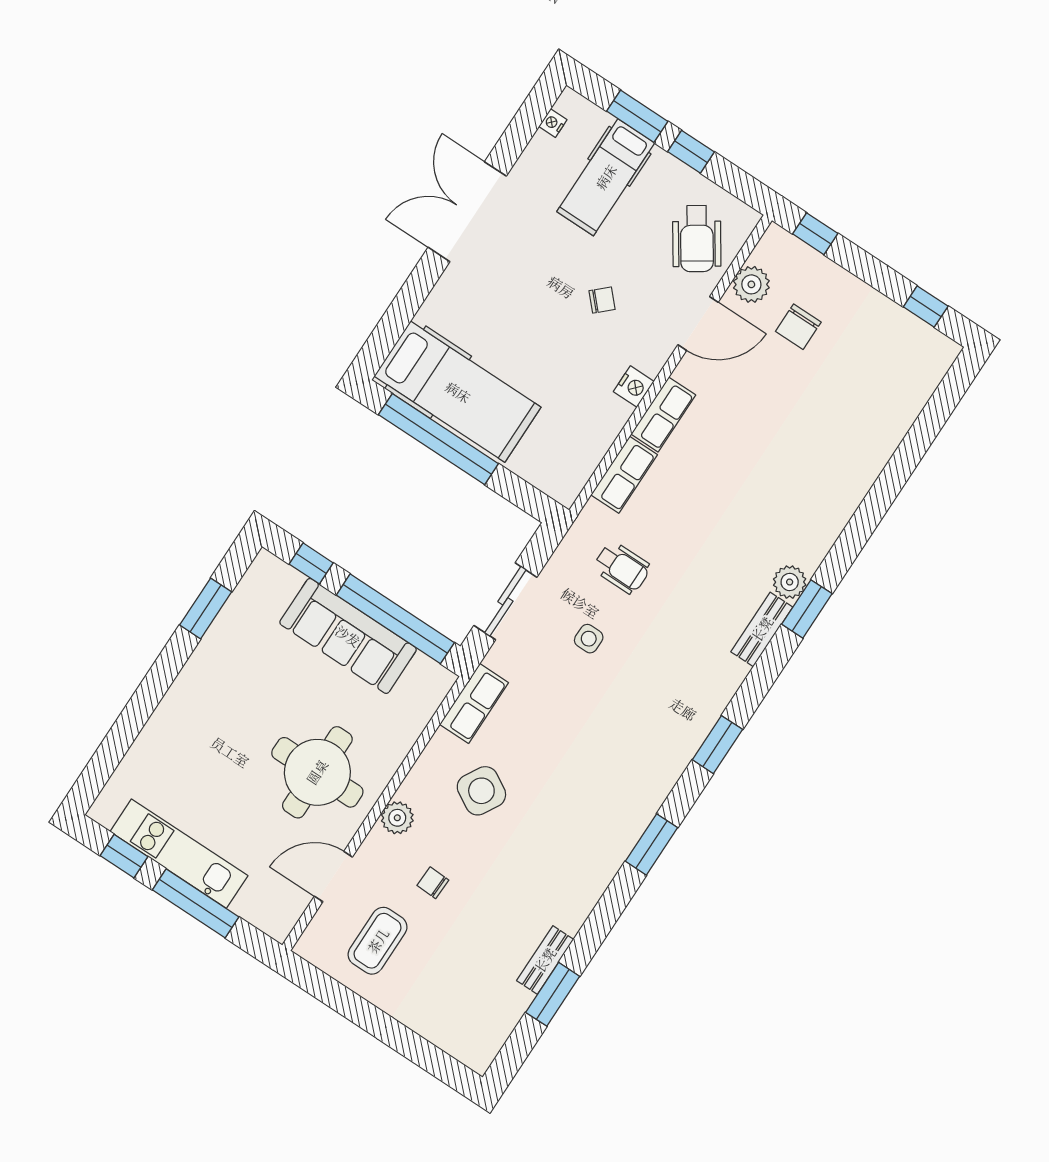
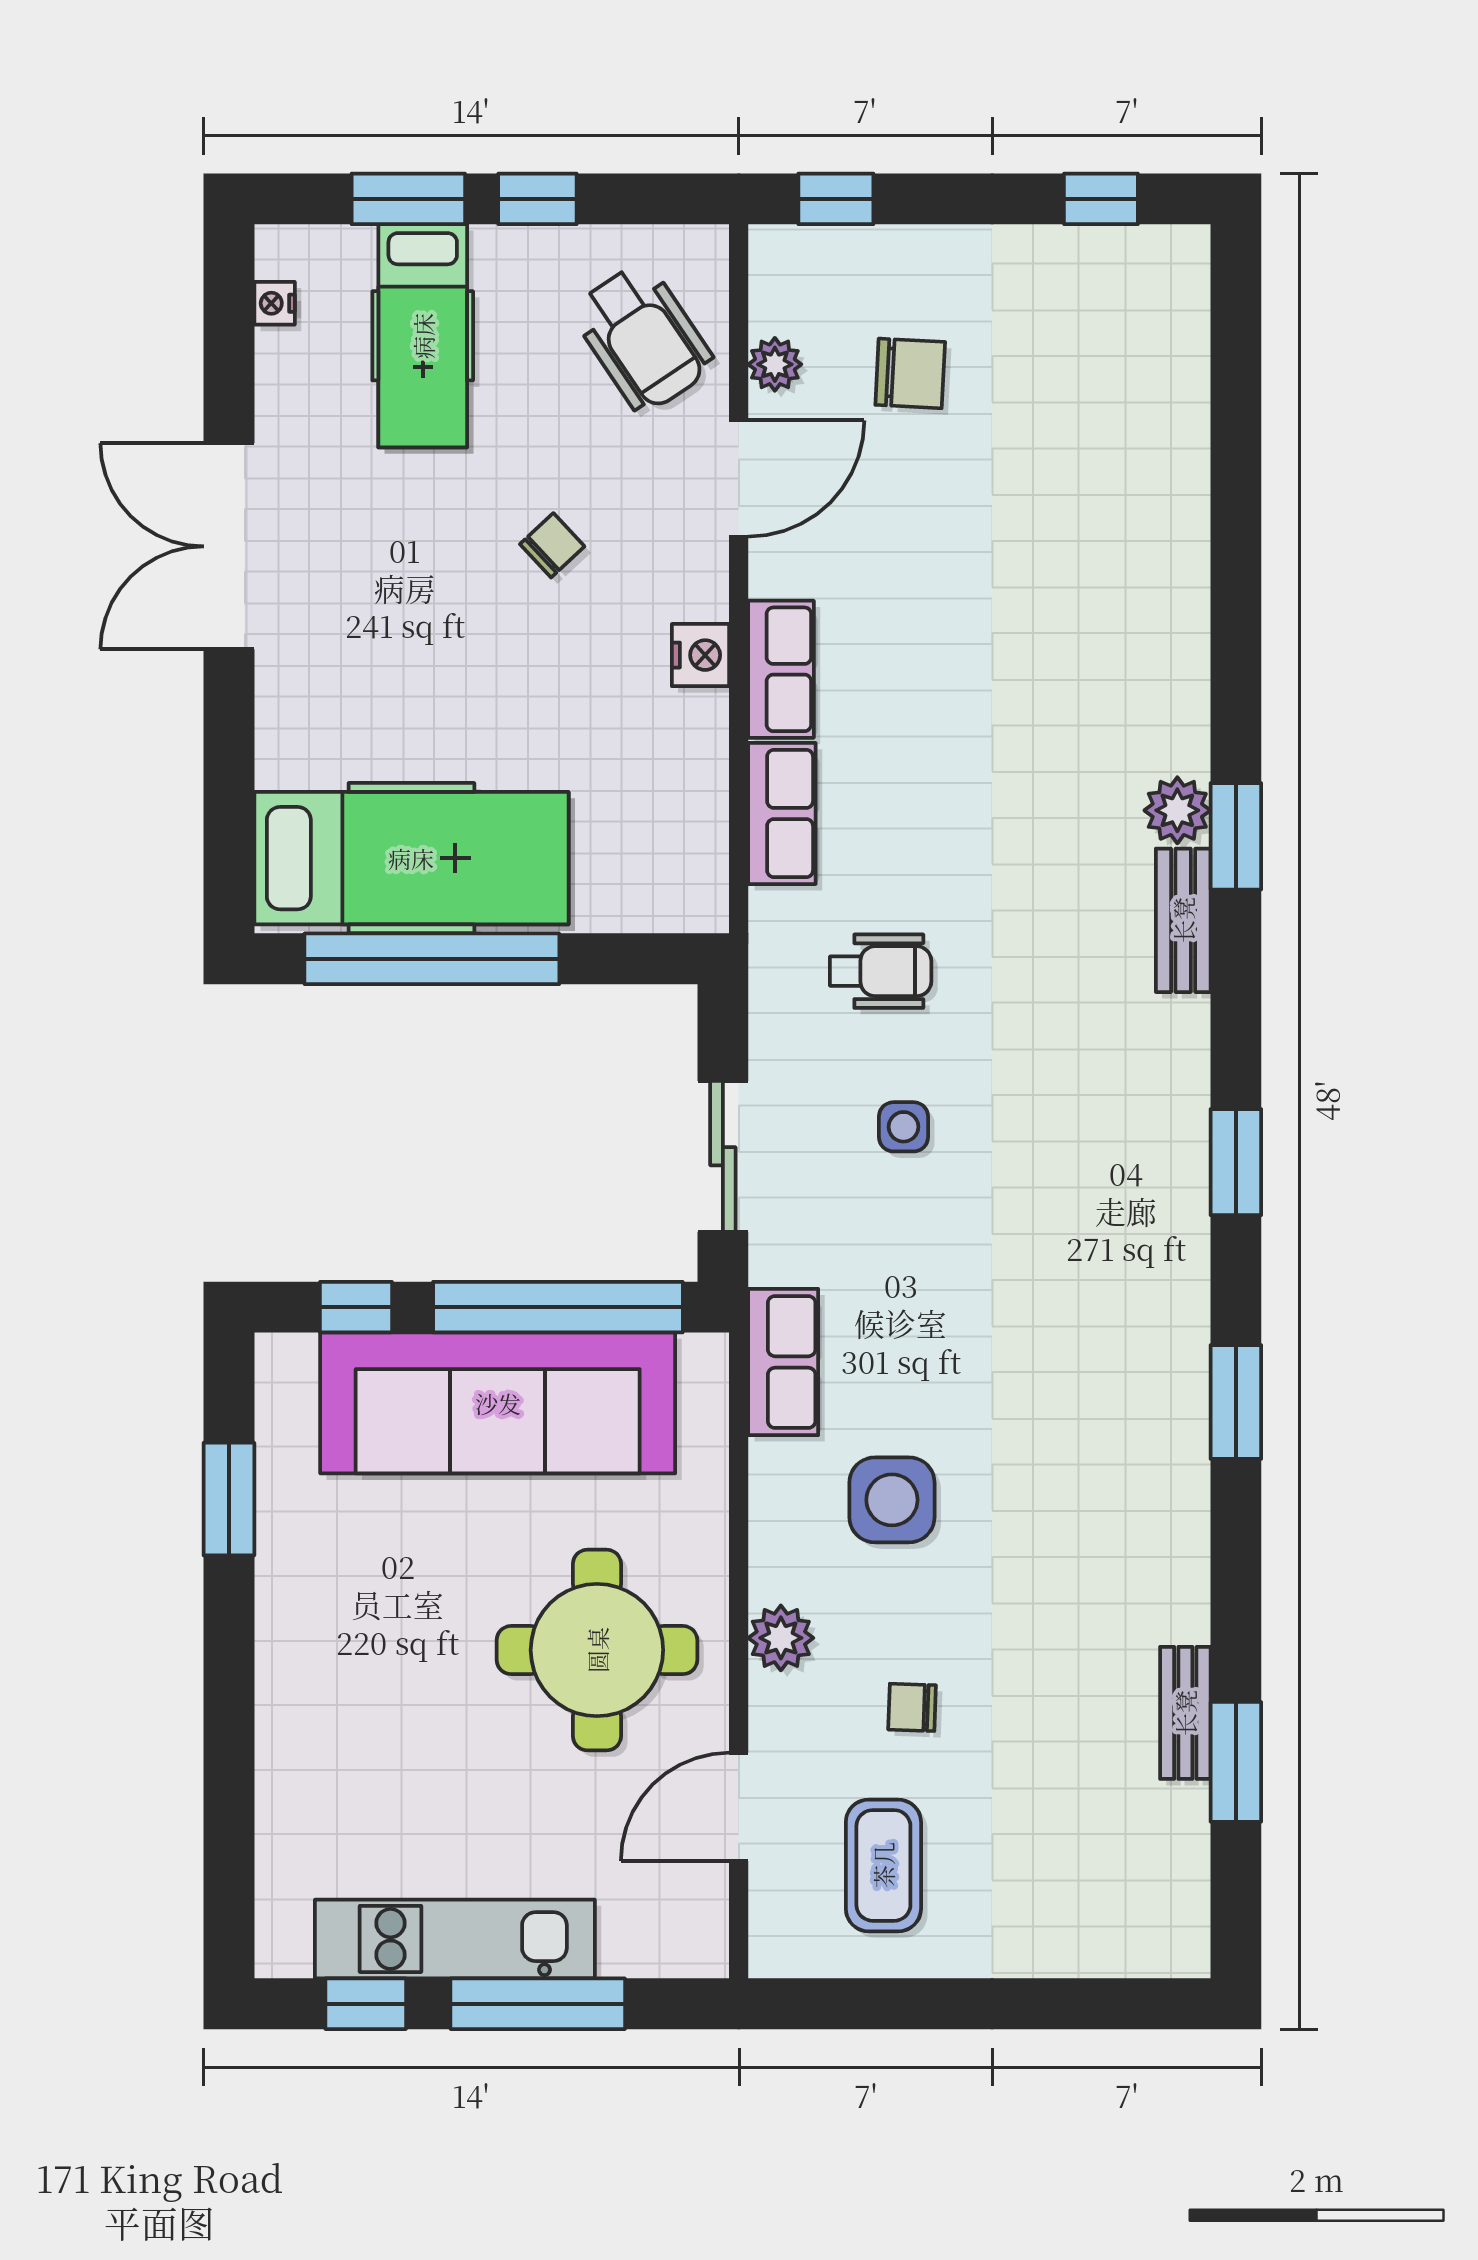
plant: (751, 284) -> (775, 364), width x0.73, depth x0.73
chair: (798, 327) -> (910, 373), turned -87
sofa: (348, 636) -> (498, 1403), width x1.36, depth x1.27
side table: (481, 791) -> (892, 1500), turned -30

